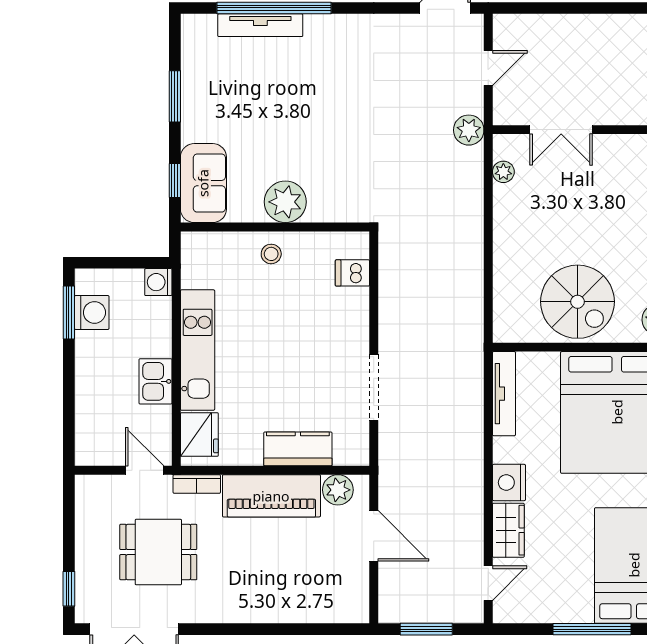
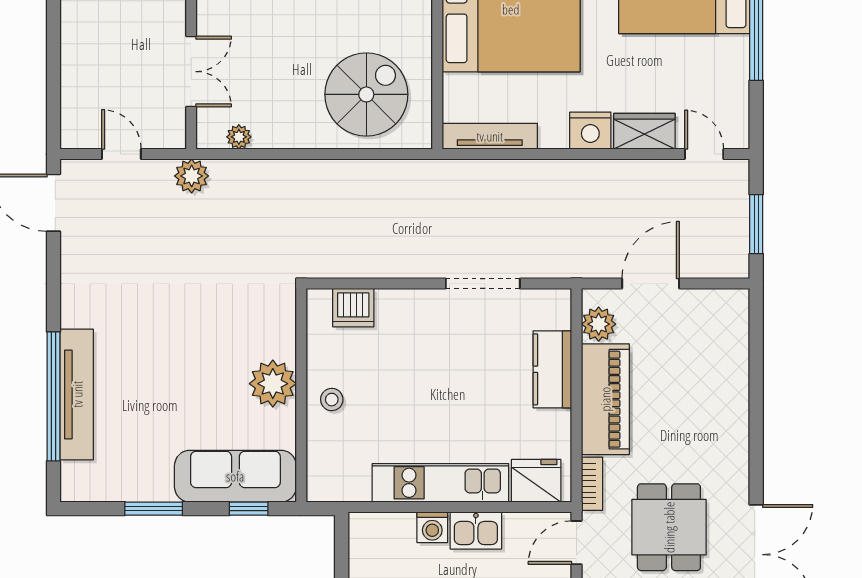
tv unit: (260, 25) -> (77, 394), width x1.36, depth x1.29
sofa: (203, 183) -> (235, 476), width x1.36
dishwasher: (352, 273) -> (353, 308), width x1.38
washing machine: (158, 282) -> (432, 527), moved
spiral stairs: (578, 302) -> (366, 94), moved

